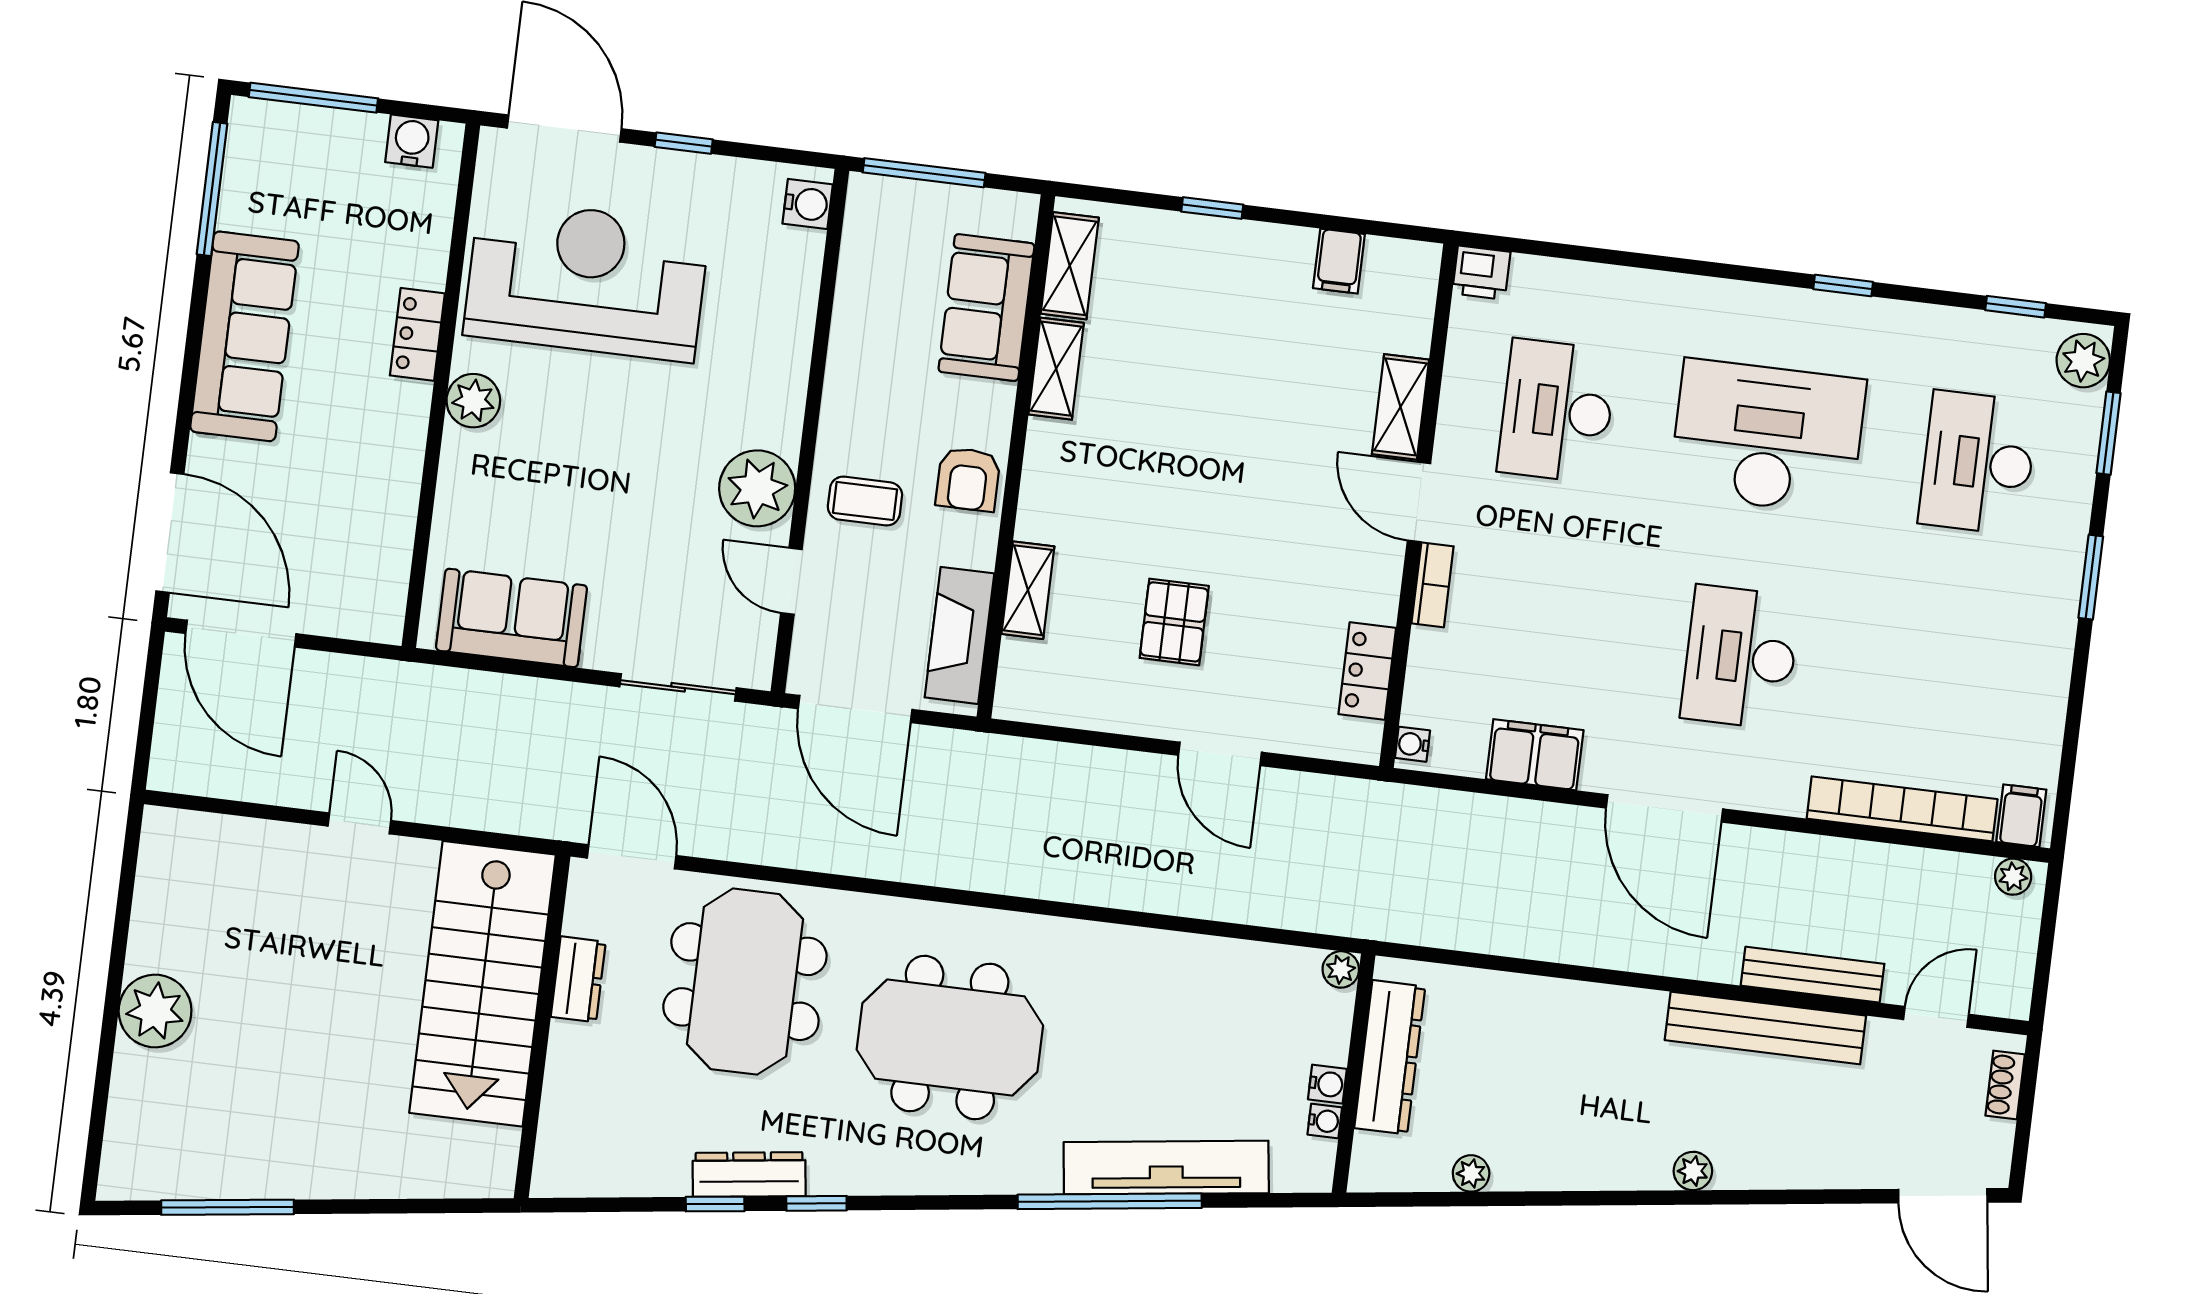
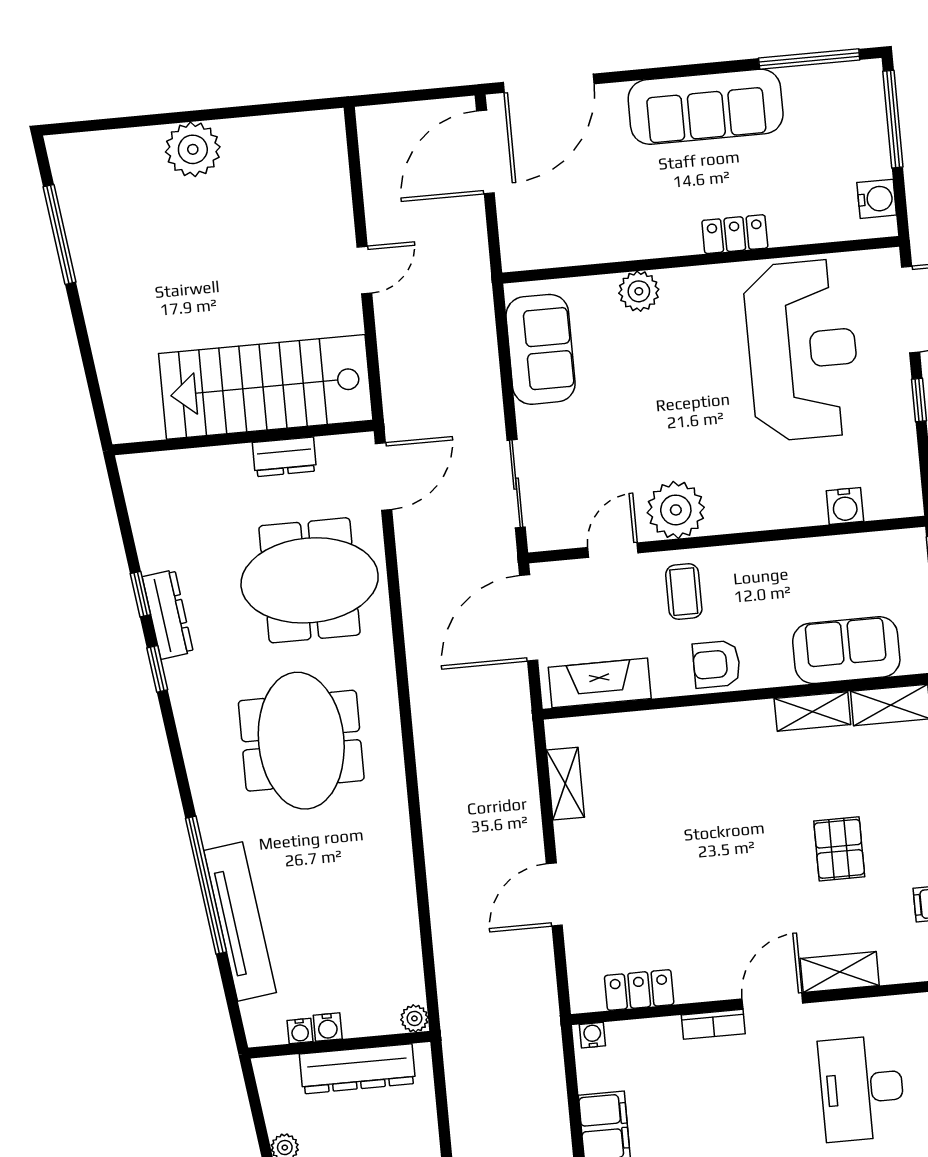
water cooler: (808, 204) -> (845, 506), moved
plant: (473, 401) -> (639, 291), moved
desk: (1557, 411) -> (862, 1088), turned -90
shelving: (1028, 590) -> (565, 784), moved, turned 90
pallet: (1174, 622) -> (839, 849), moved, turned 90

